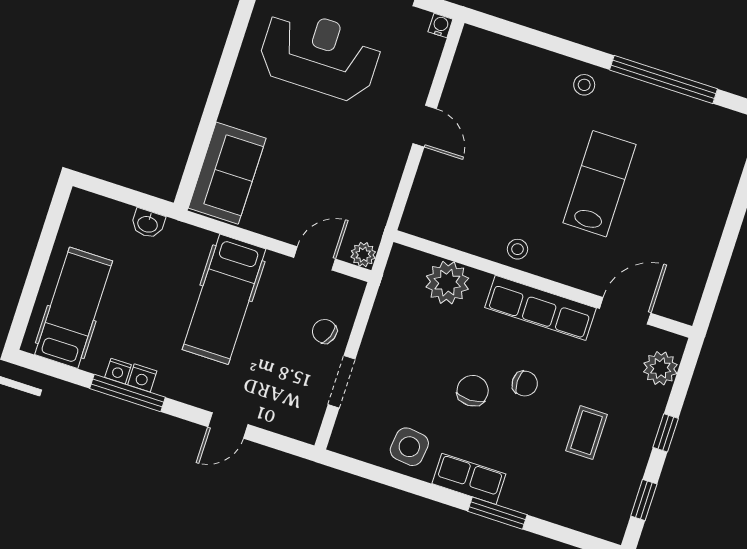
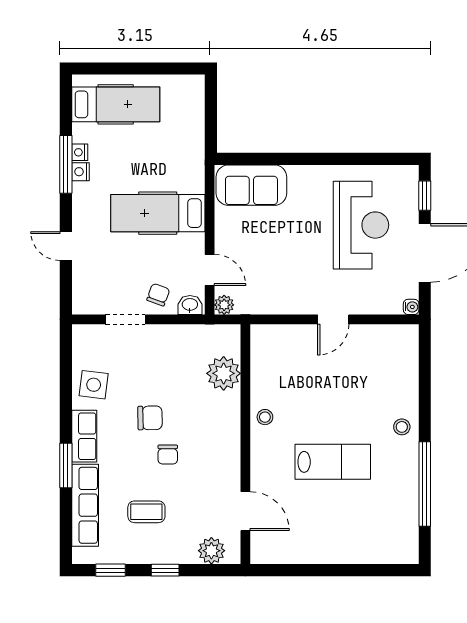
washbasin: (148, 224) -> (190, 305), moved, turned 90
row of seats: (540, 308) -> (85, 505), moved, turned 180

